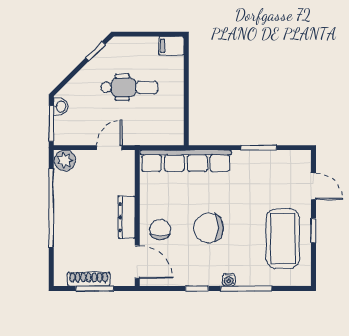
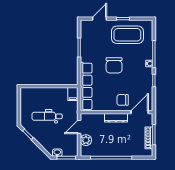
filing cabinet: (171, 46) -> (73, 94), moved
dental chair: (129, 87) -> (47, 116), turned -90
door: (109, 148) -> (79, 127), hinge flipped
plant: (65, 160) -> (86, 140), moved
chair: (208, 228) -> (114, 65), moved

